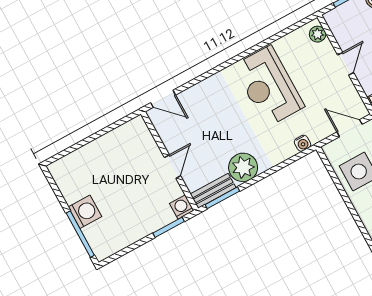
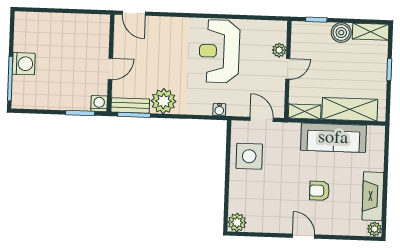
plant: (318, 34) -> (279, 50), moved

